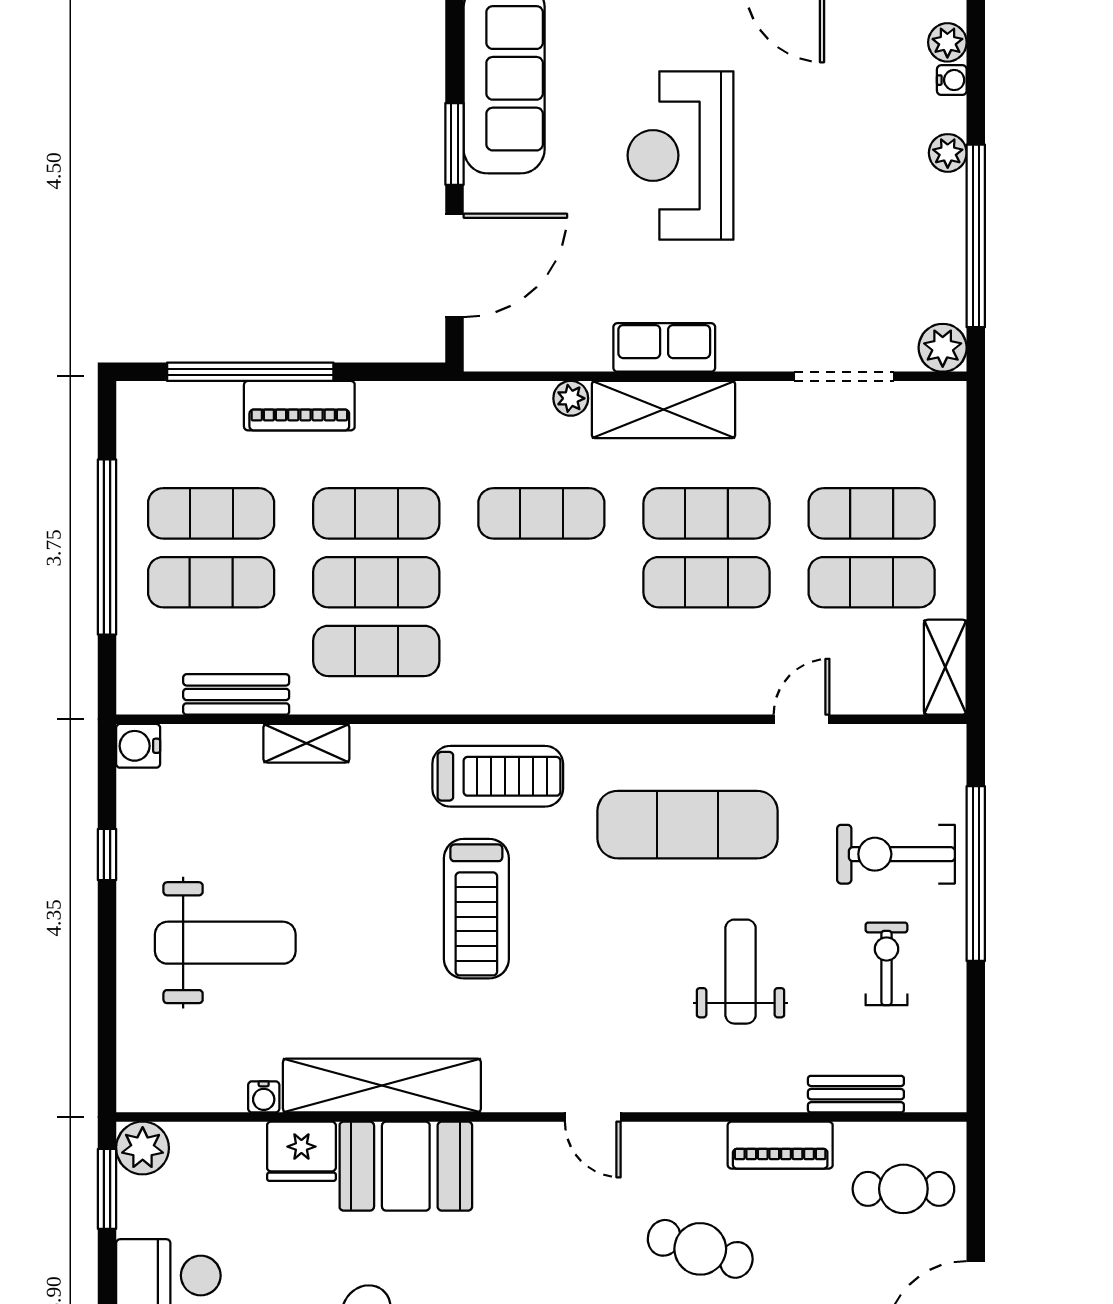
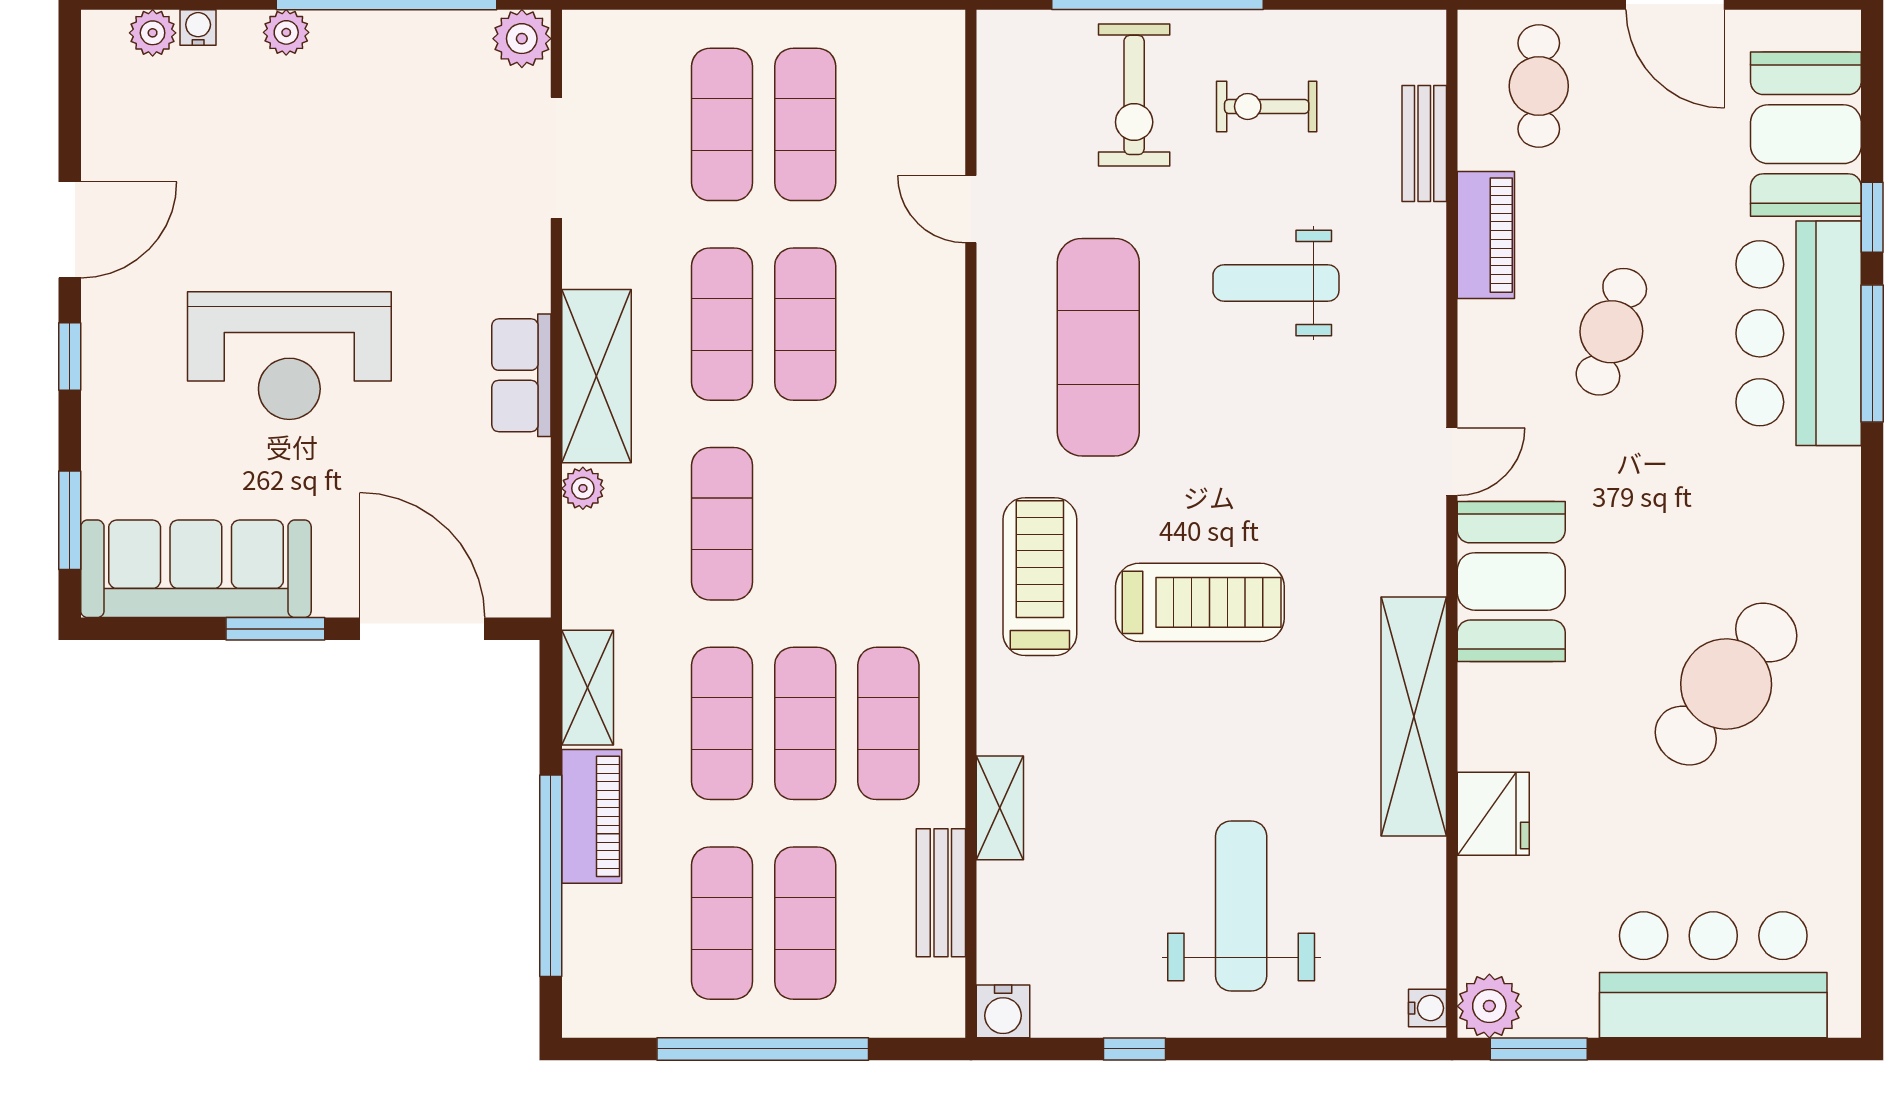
shelving: (945, 667) -> (588, 688), moved, turned 90
water cooler: (264, 1097) -> (1428, 1008), moved
booth: (406, 1166) -> (1511, 581), moved

